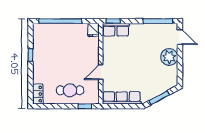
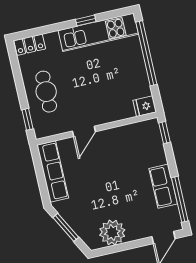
row of seats: (116, 30) -> (163, 186), moved
kitchen unit: (40, 49) -> (98, 32), added
plant: (169, 57) -> (112, 233), moved
door: (101, 72) -> (84, 131), swing flipped

